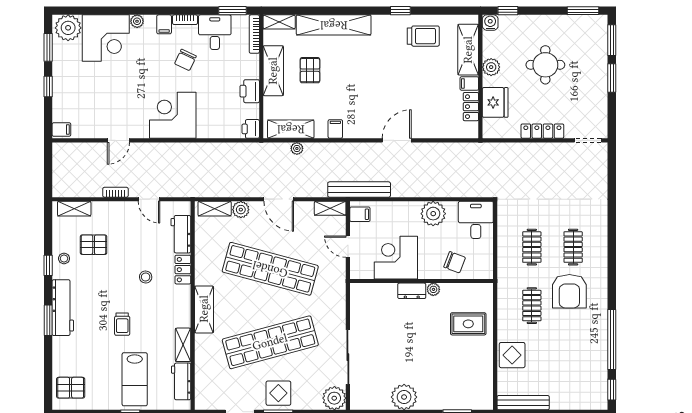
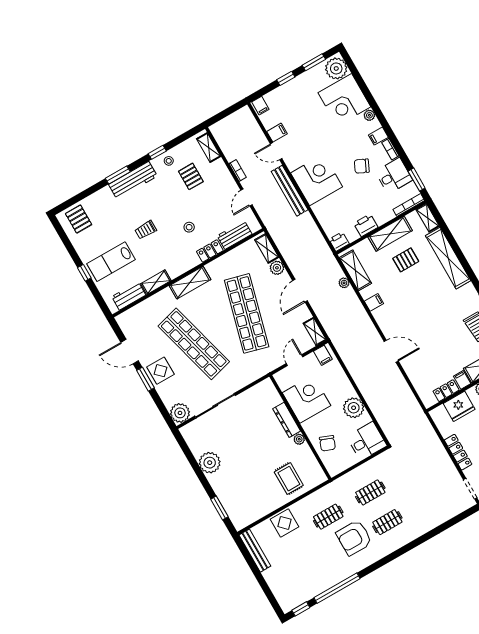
filing cabinet: (100, 128) -> (277, 133), added
bench: (359, 190) -> (290, 191), moved
dresser: (412, 291) -> (287, 420), width x1.44

